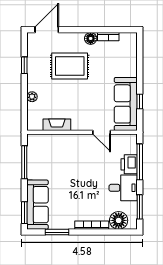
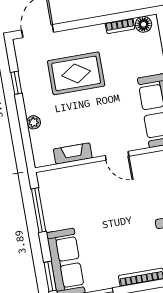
floor lamp: (91, 38) -> (144, 24), moved
door: (102, 132) -> (117, 156), moved

